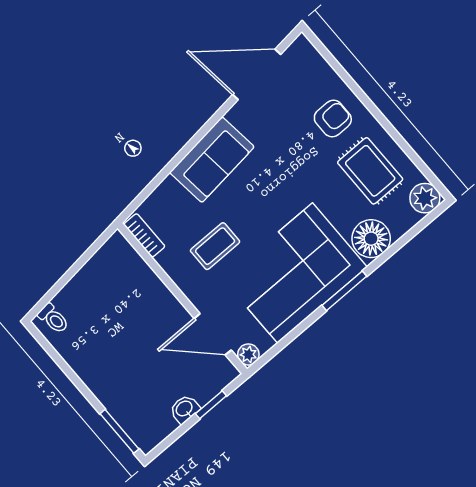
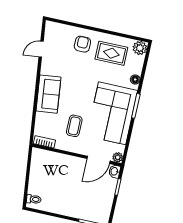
door: (257, 74) -> (41, 49), width x0.53
floor lamp: (371, 239) -> (135, 79), width x0.53, depth x0.53
washbasin: (185, 409) -> (115, 171), moved

